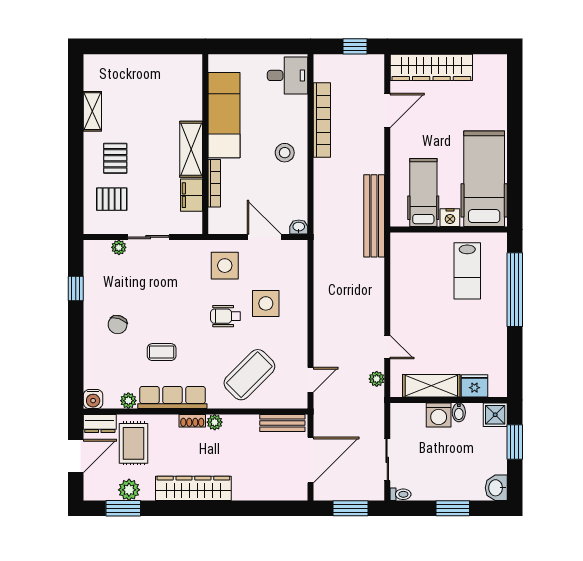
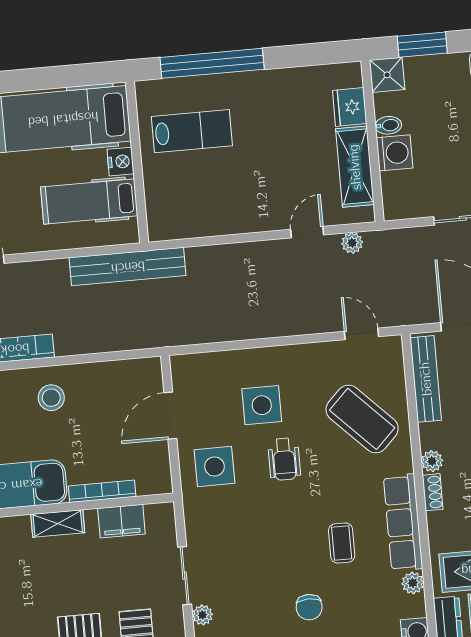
shelving: (191, 149) -> (58, 523), width x0.67, depth x0.75
washbasin: (299, 227) -> (152, 369), removed
chair: (118, 325) -> (309, 607), turned 72
bench: (282, 423) -> (426, 379), width x1.36

